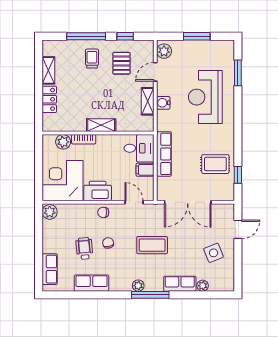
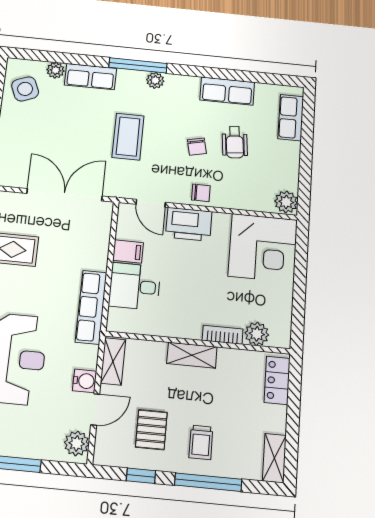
shelving: (48, 70) -> (274, 458), moved
water cooler: (163, 103) -> (85, 381), moved
shelving: (101, 125) -> (192, 355), moved
wall: (98, 133) -> (198, 343), moved
bookcase: (84, 139) -> (223, 335), moved
plant: (63, 142) -> (257, 334), moved
row of seats: (164, 154) -> (91, 307), moved
printer: (98, 191) -> (189, 224), moved
coffee table: (152, 245) -> (128, 137), turned 90
side table: (214, 253) -> (25, 89), moved

